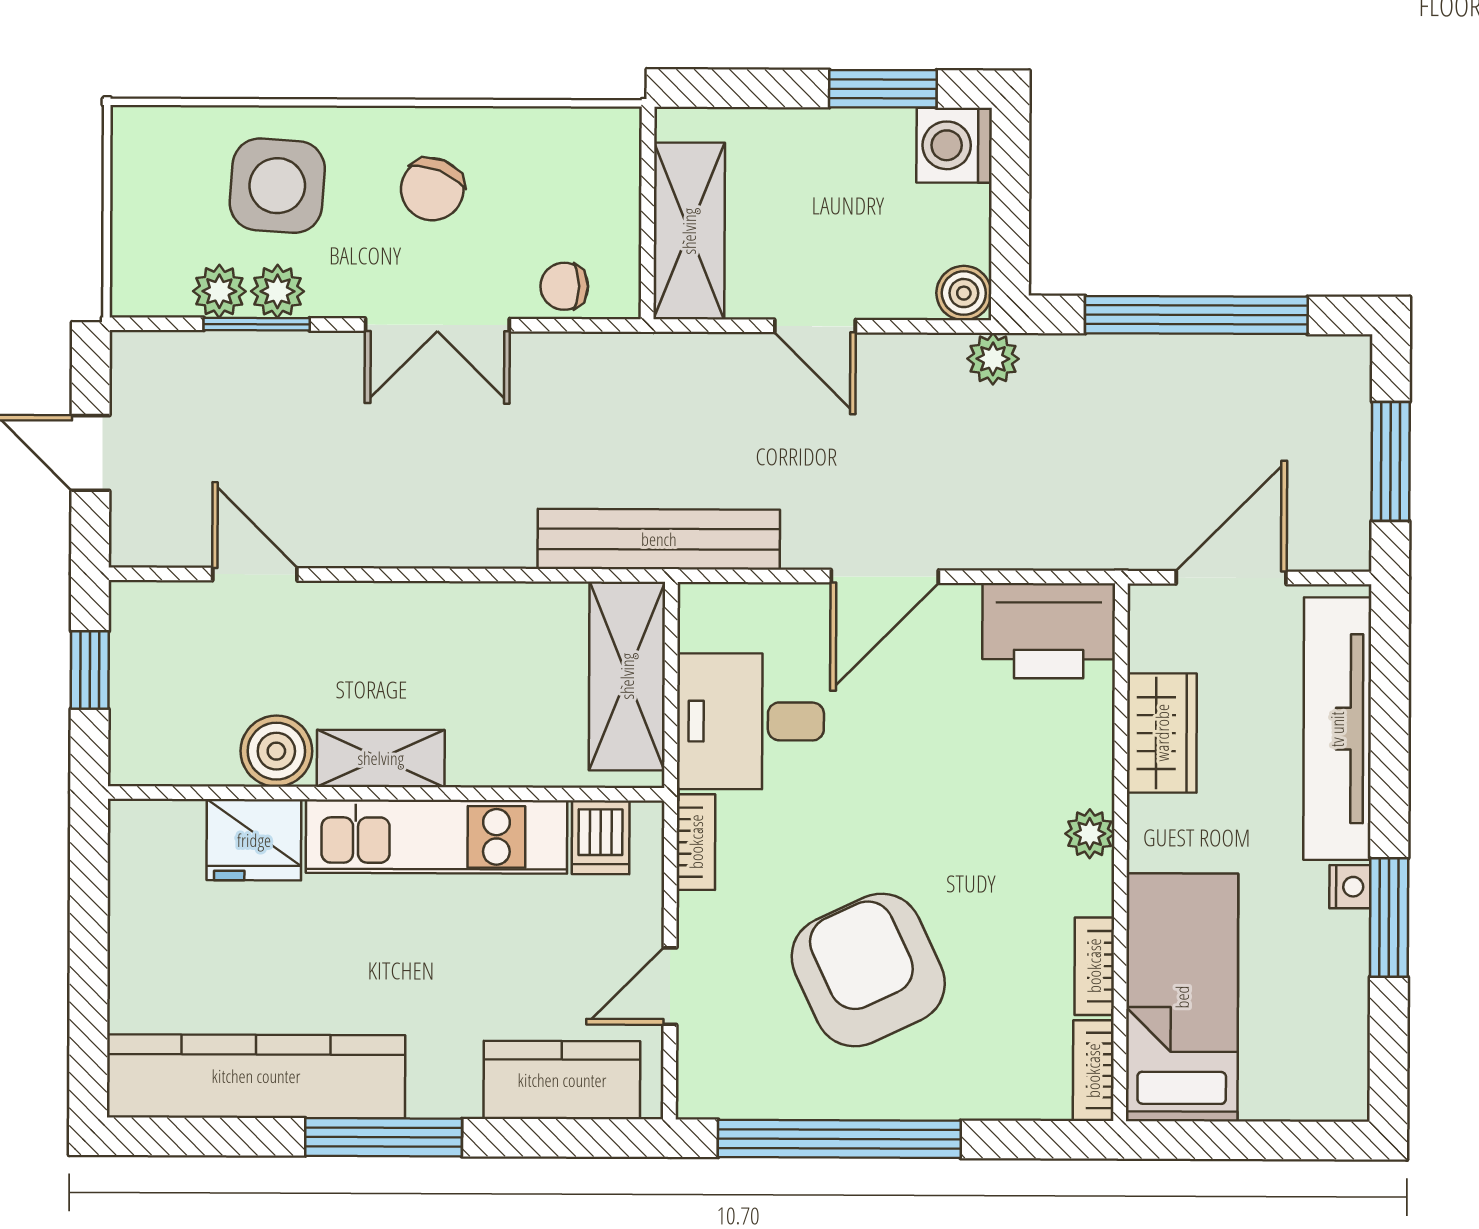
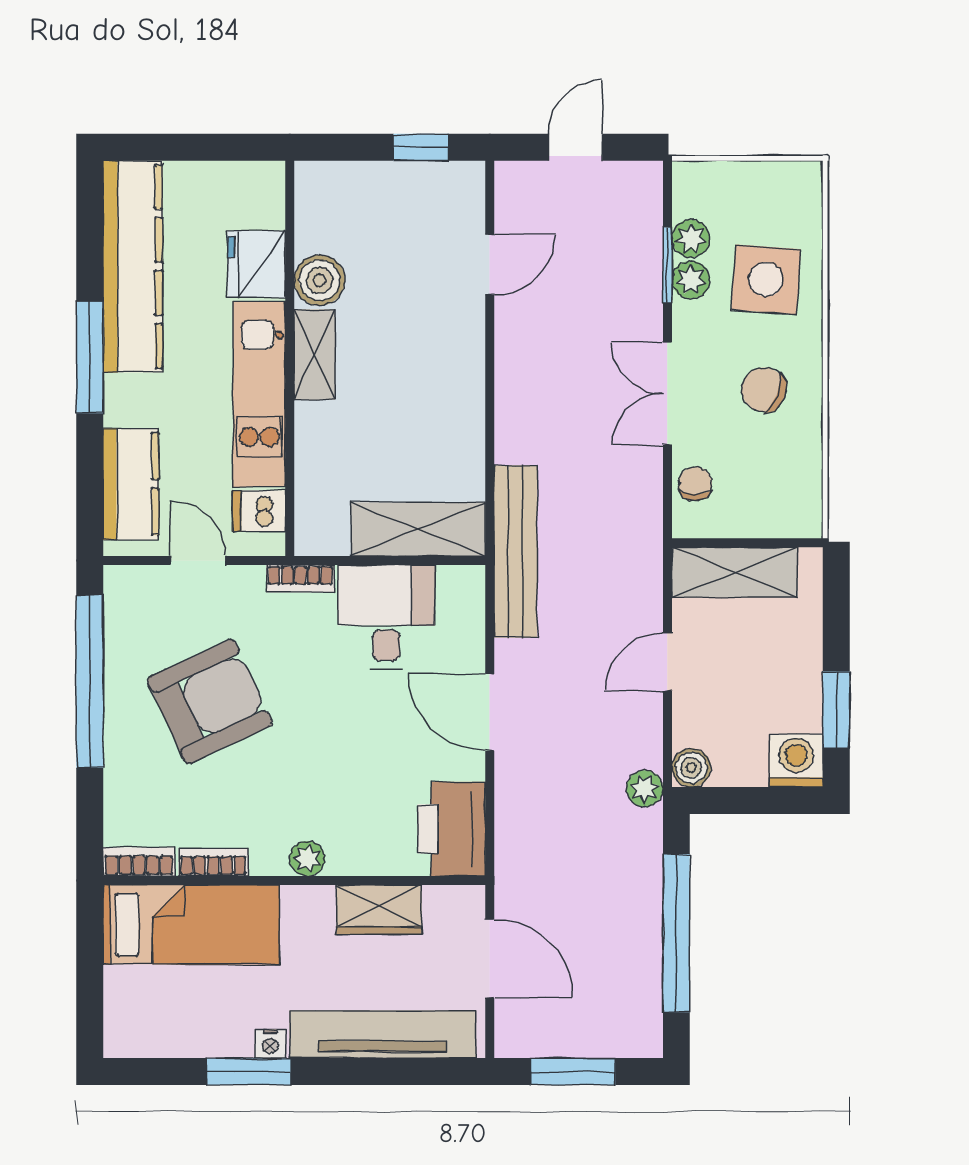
boiler: (276, 751) -> (320, 280), moved
shelving: (381, 758) -> (315, 354), moved
wall: (386, 793) -> (290, 358), moved
kitchen unit: (436, 837) -> (259, 394), moved
dishwasher: (601, 837) -> (259, 511), moved
fridge: (254, 840) -> (256, 264), moved

